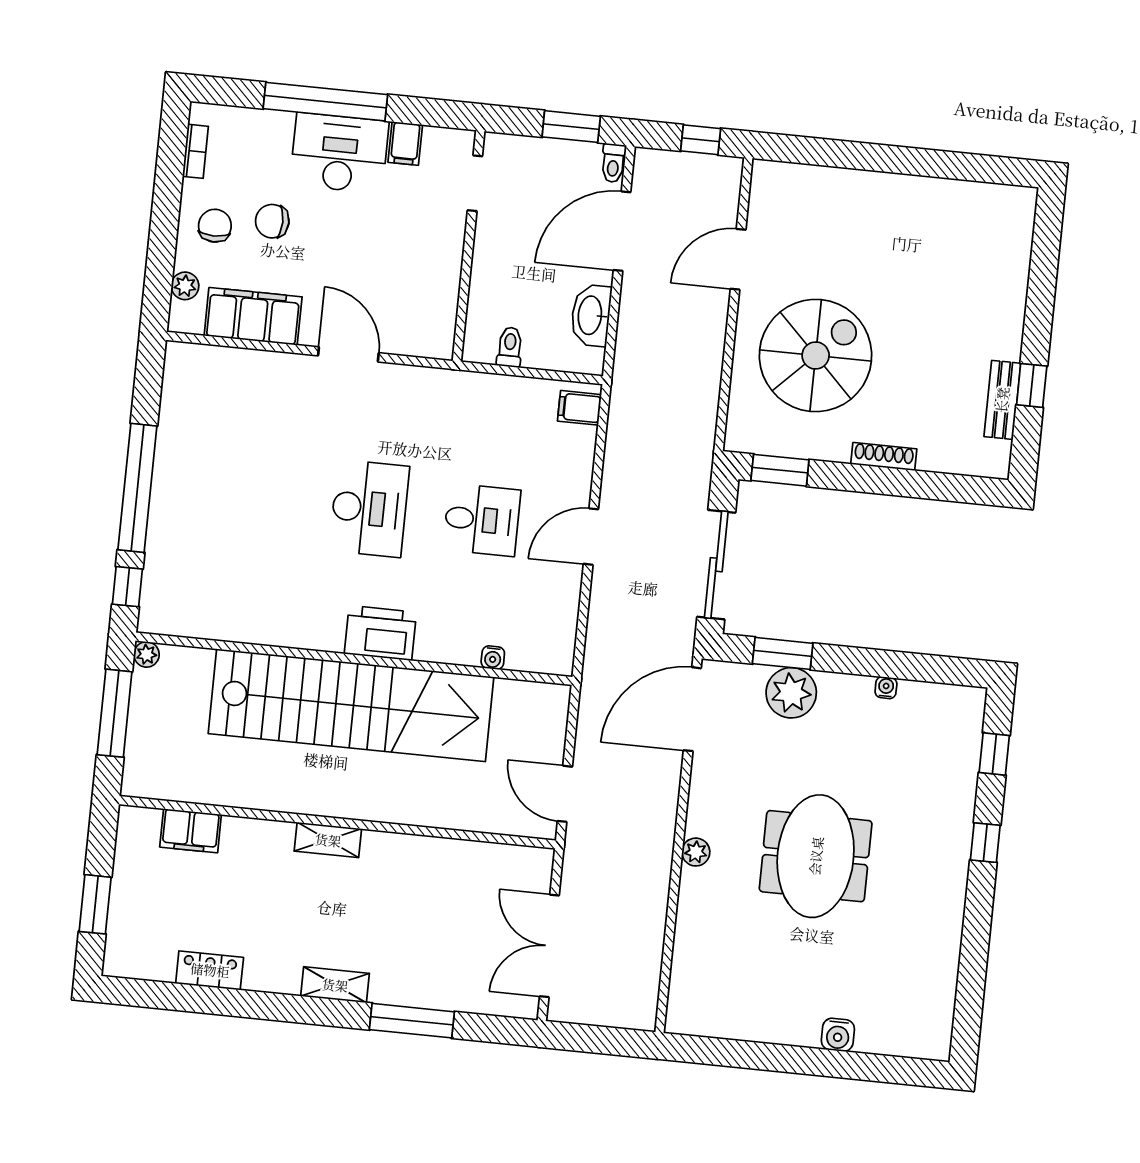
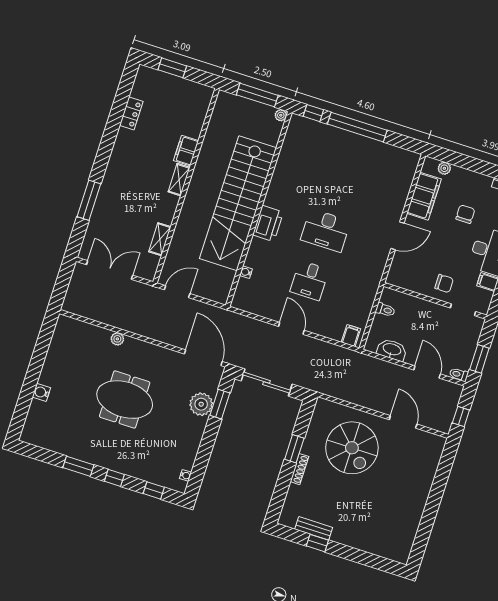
chair: (215, 226) -> (444, 284), moved
door: (622, 231) -> (427, 372), width x0.73
window: (780, 470) -> (294, 449), moved
water cooler: (886, 688) -> (185, 475), moved
filing cabinet: (191, 831) -> (186, 151), moved
plant: (696, 852) -> (117, 339), moved
window: (977, 924) -> (78, 466), added
shelving: (335, 985) -> (160, 239), moved

